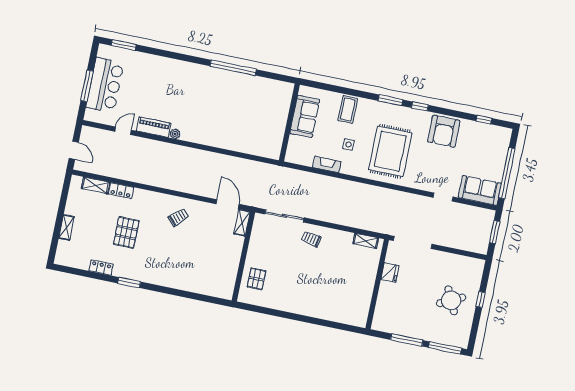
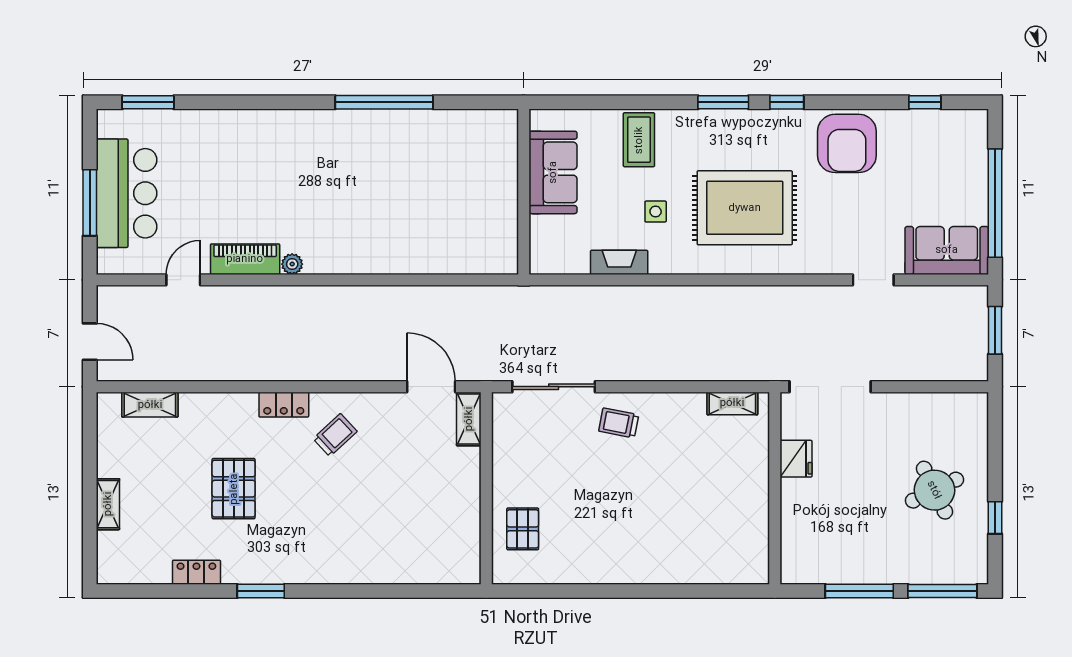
rug: (390, 151) -> (745, 208), turned 90
locker: (121, 191) -> (284, 405), moved
window: (481, 299) -> (995, 518), moved

